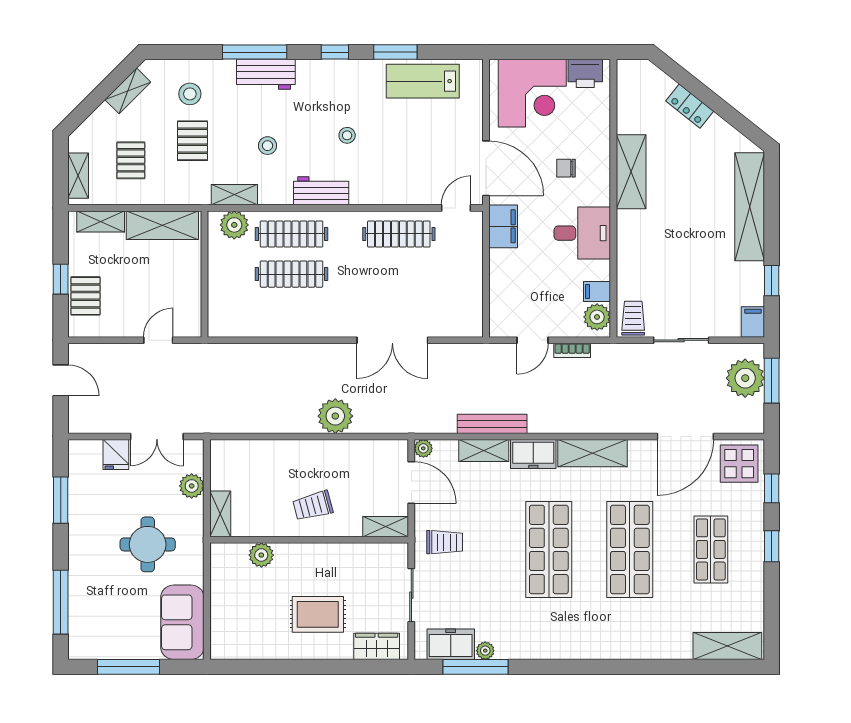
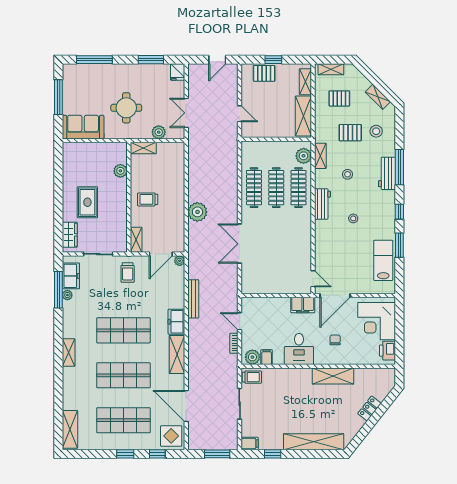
clothes rail: (399, 234) -> (254, 188), moved
plant: (745, 378) -> (219, 439), removed
shelving: (484, 450) -> (69, 353), moved
fridge: (116, 454) -> (178, 72), moved, turned -90
trolley: (313, 506) -> (148, 199), turned -75
shop shelf: (711, 549) -> (123, 420), width x1.43, depth x1.36

